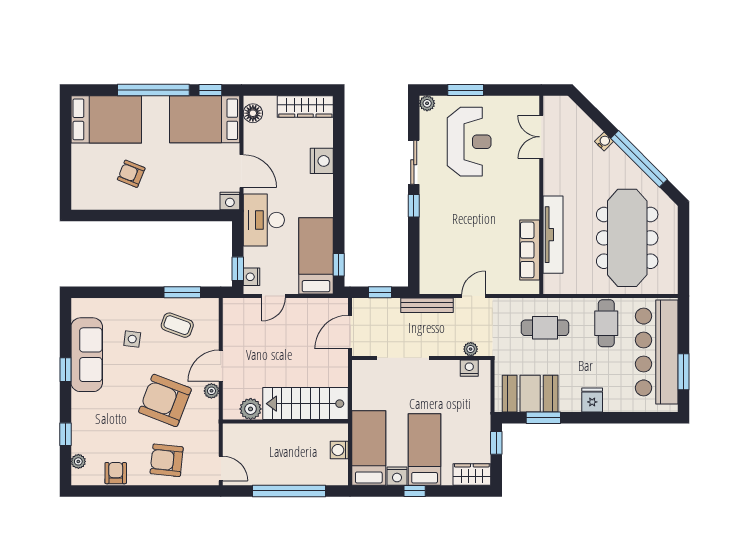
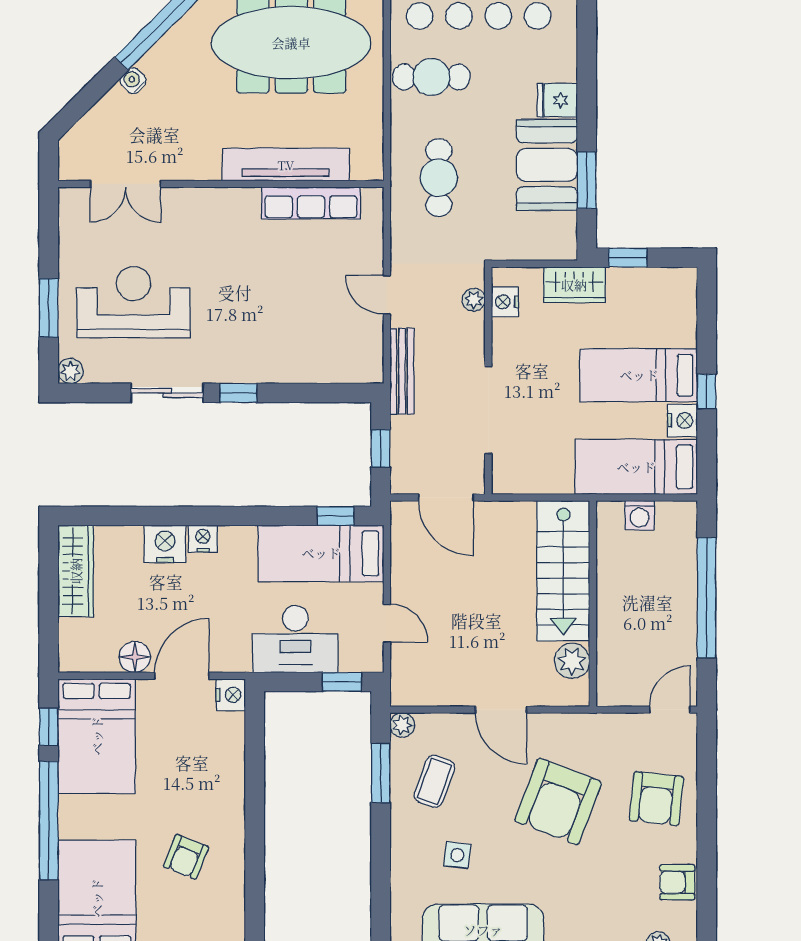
floor lamp: (253, 113) -> (135, 657), moved
desk: (264, 220) -> (295, 639), moved
nightstand: (252, 277) -> (203, 539), moved, turned 180
plant: (211, 391) -> (402, 725), moved
booth: (530, 394) -> (547, 165), moved
wardrobe: (472, 474) -> (574, 285), moved, turned -90

